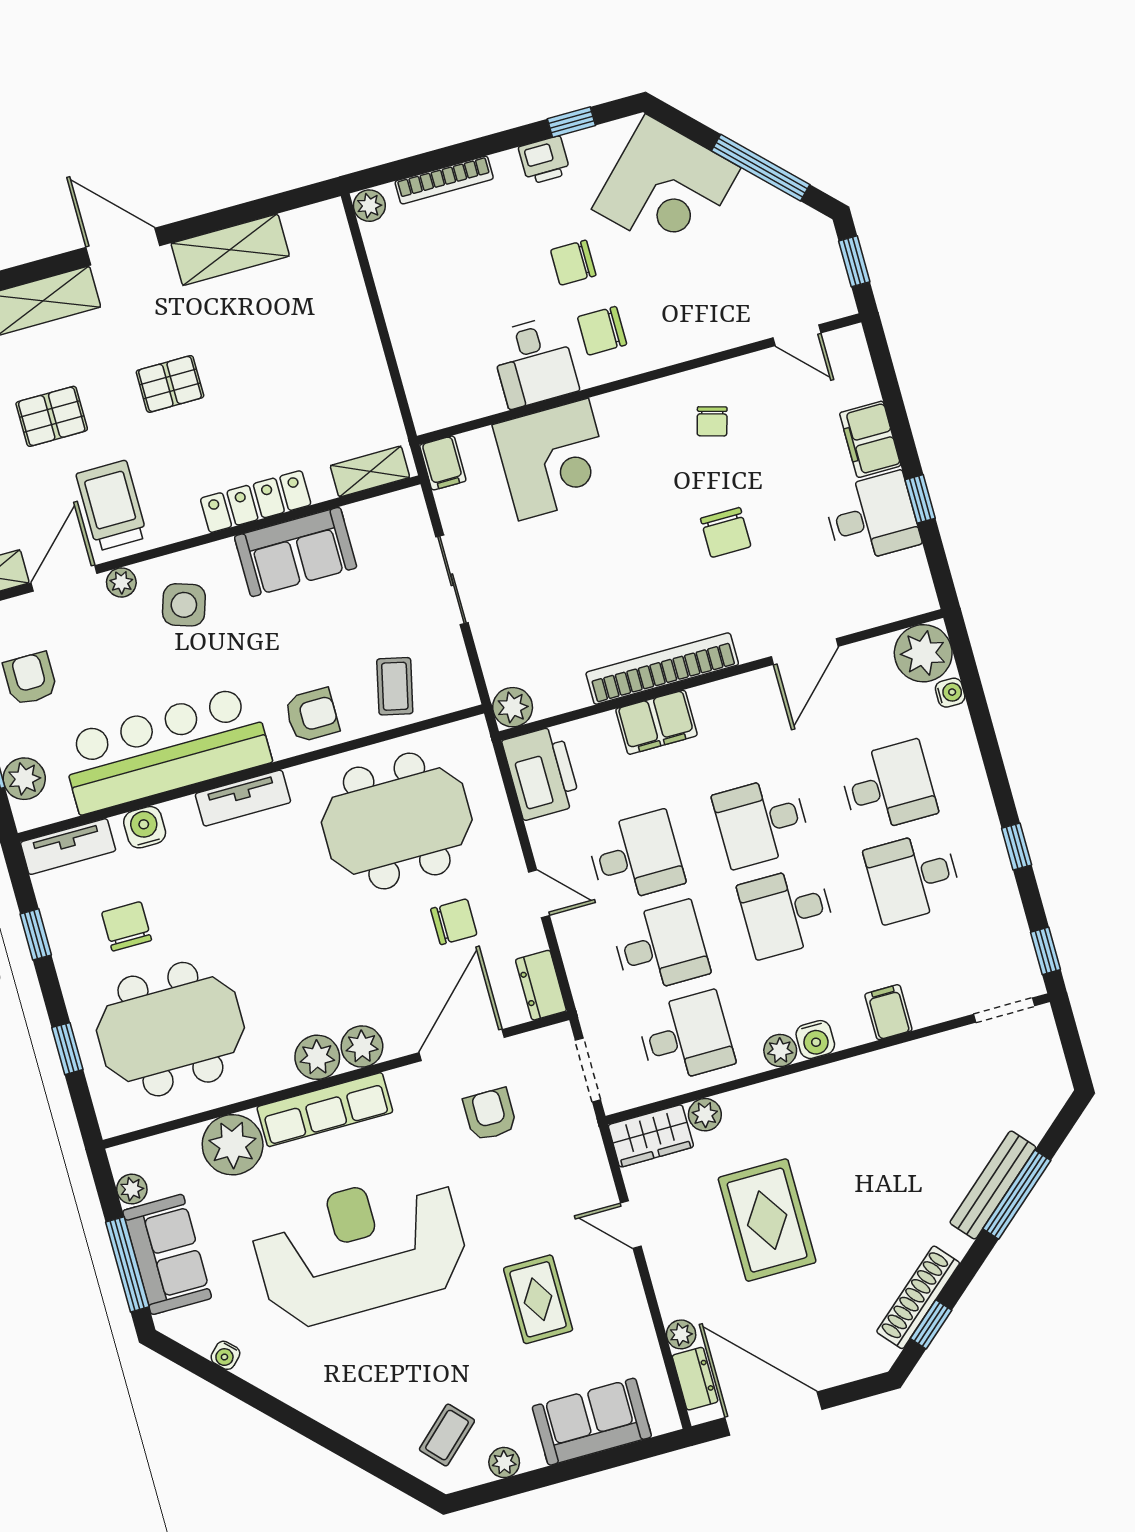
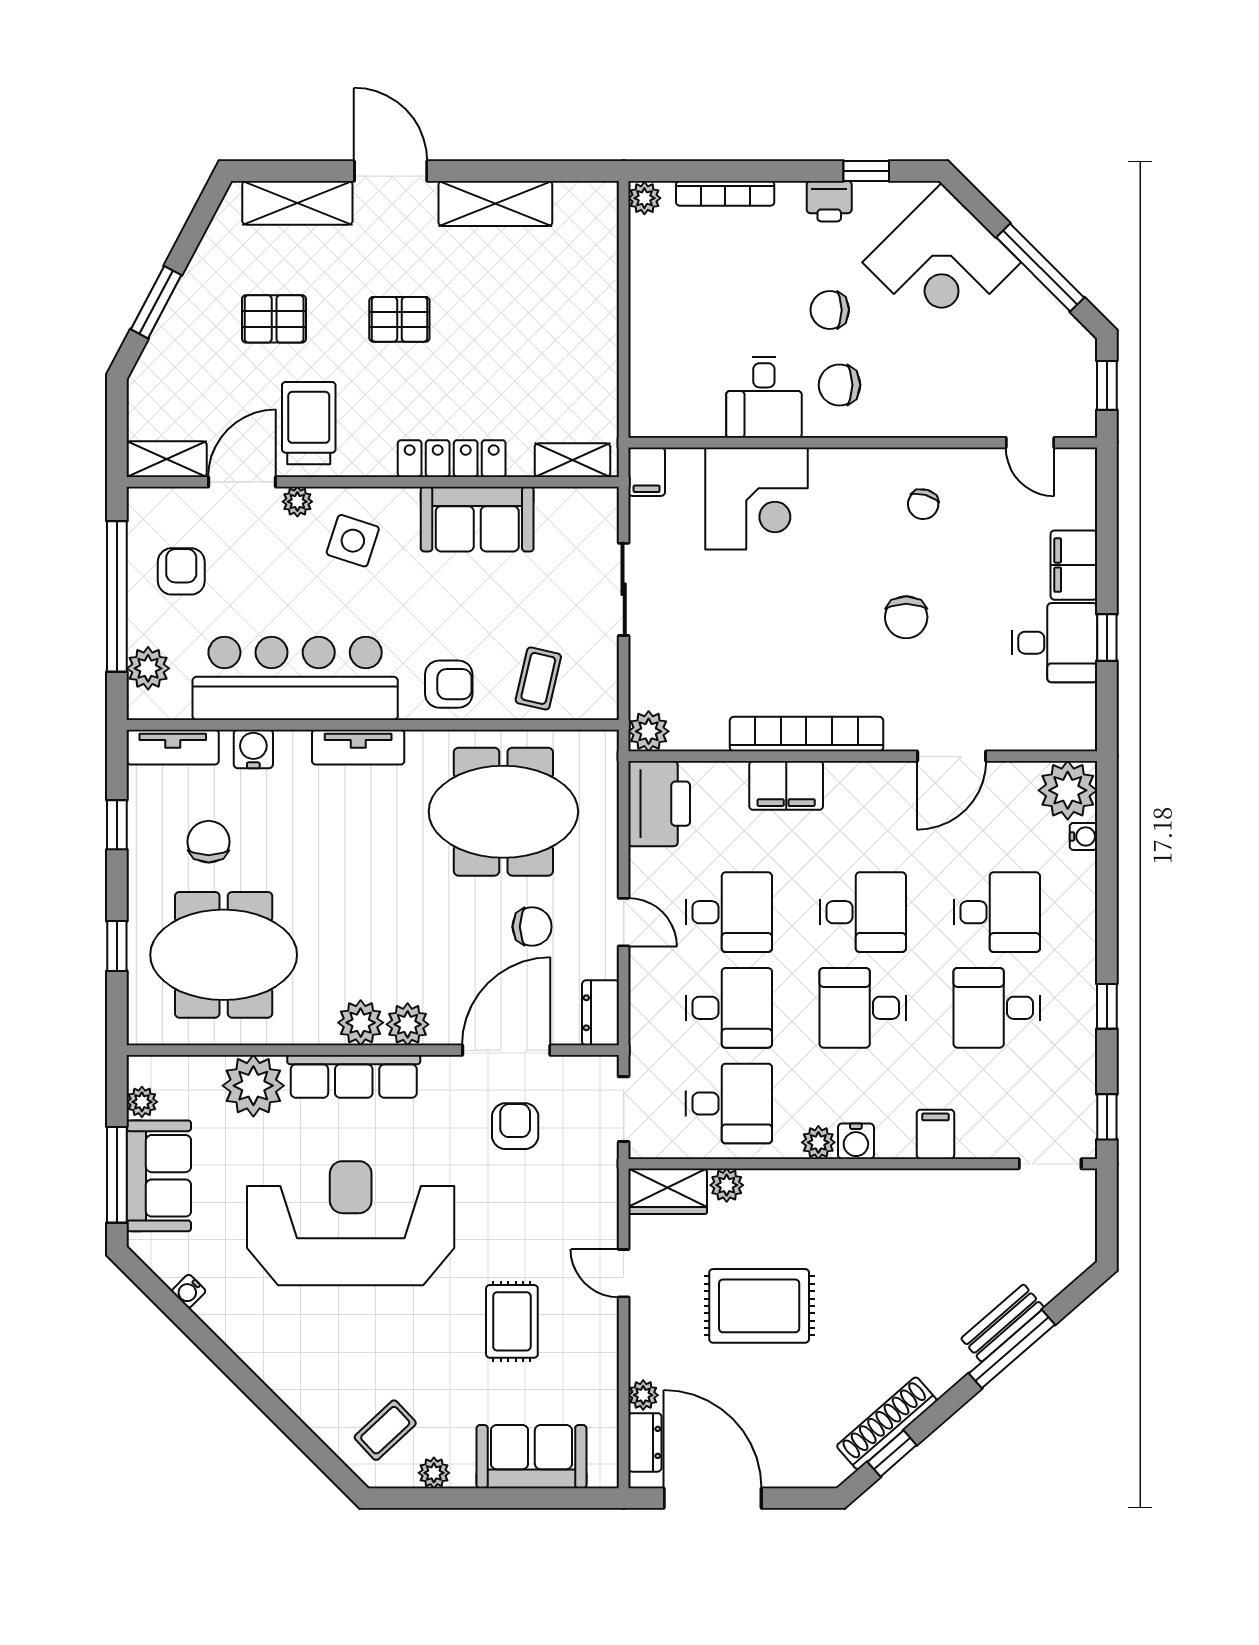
desk: (762, 822) -> (863, 912), turned 180
bench: (993, 1185) -> (1003, 1323), width x0.73
rug: (767, 1220) -> (759, 1306), turned 90

